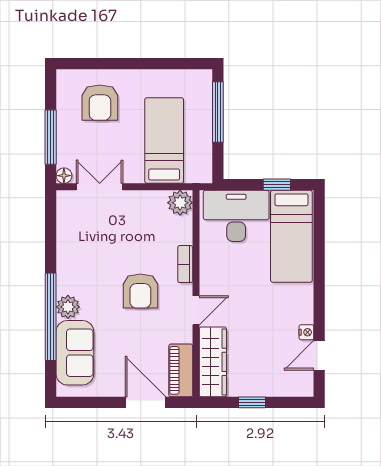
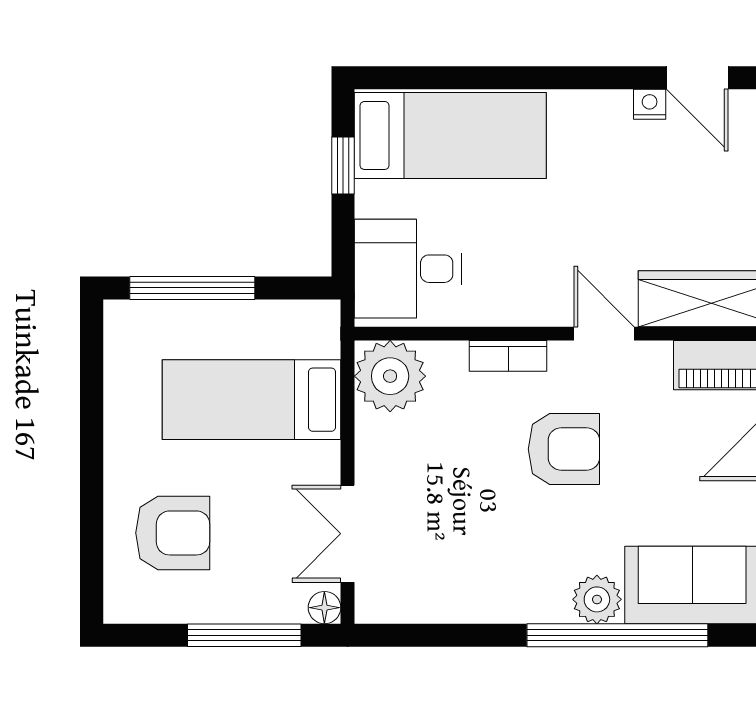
plant: (180, 203) -> (390, 376), width x1.36, depth x1.36
desk: (236, 216) -> (408, 269), width x0.73

